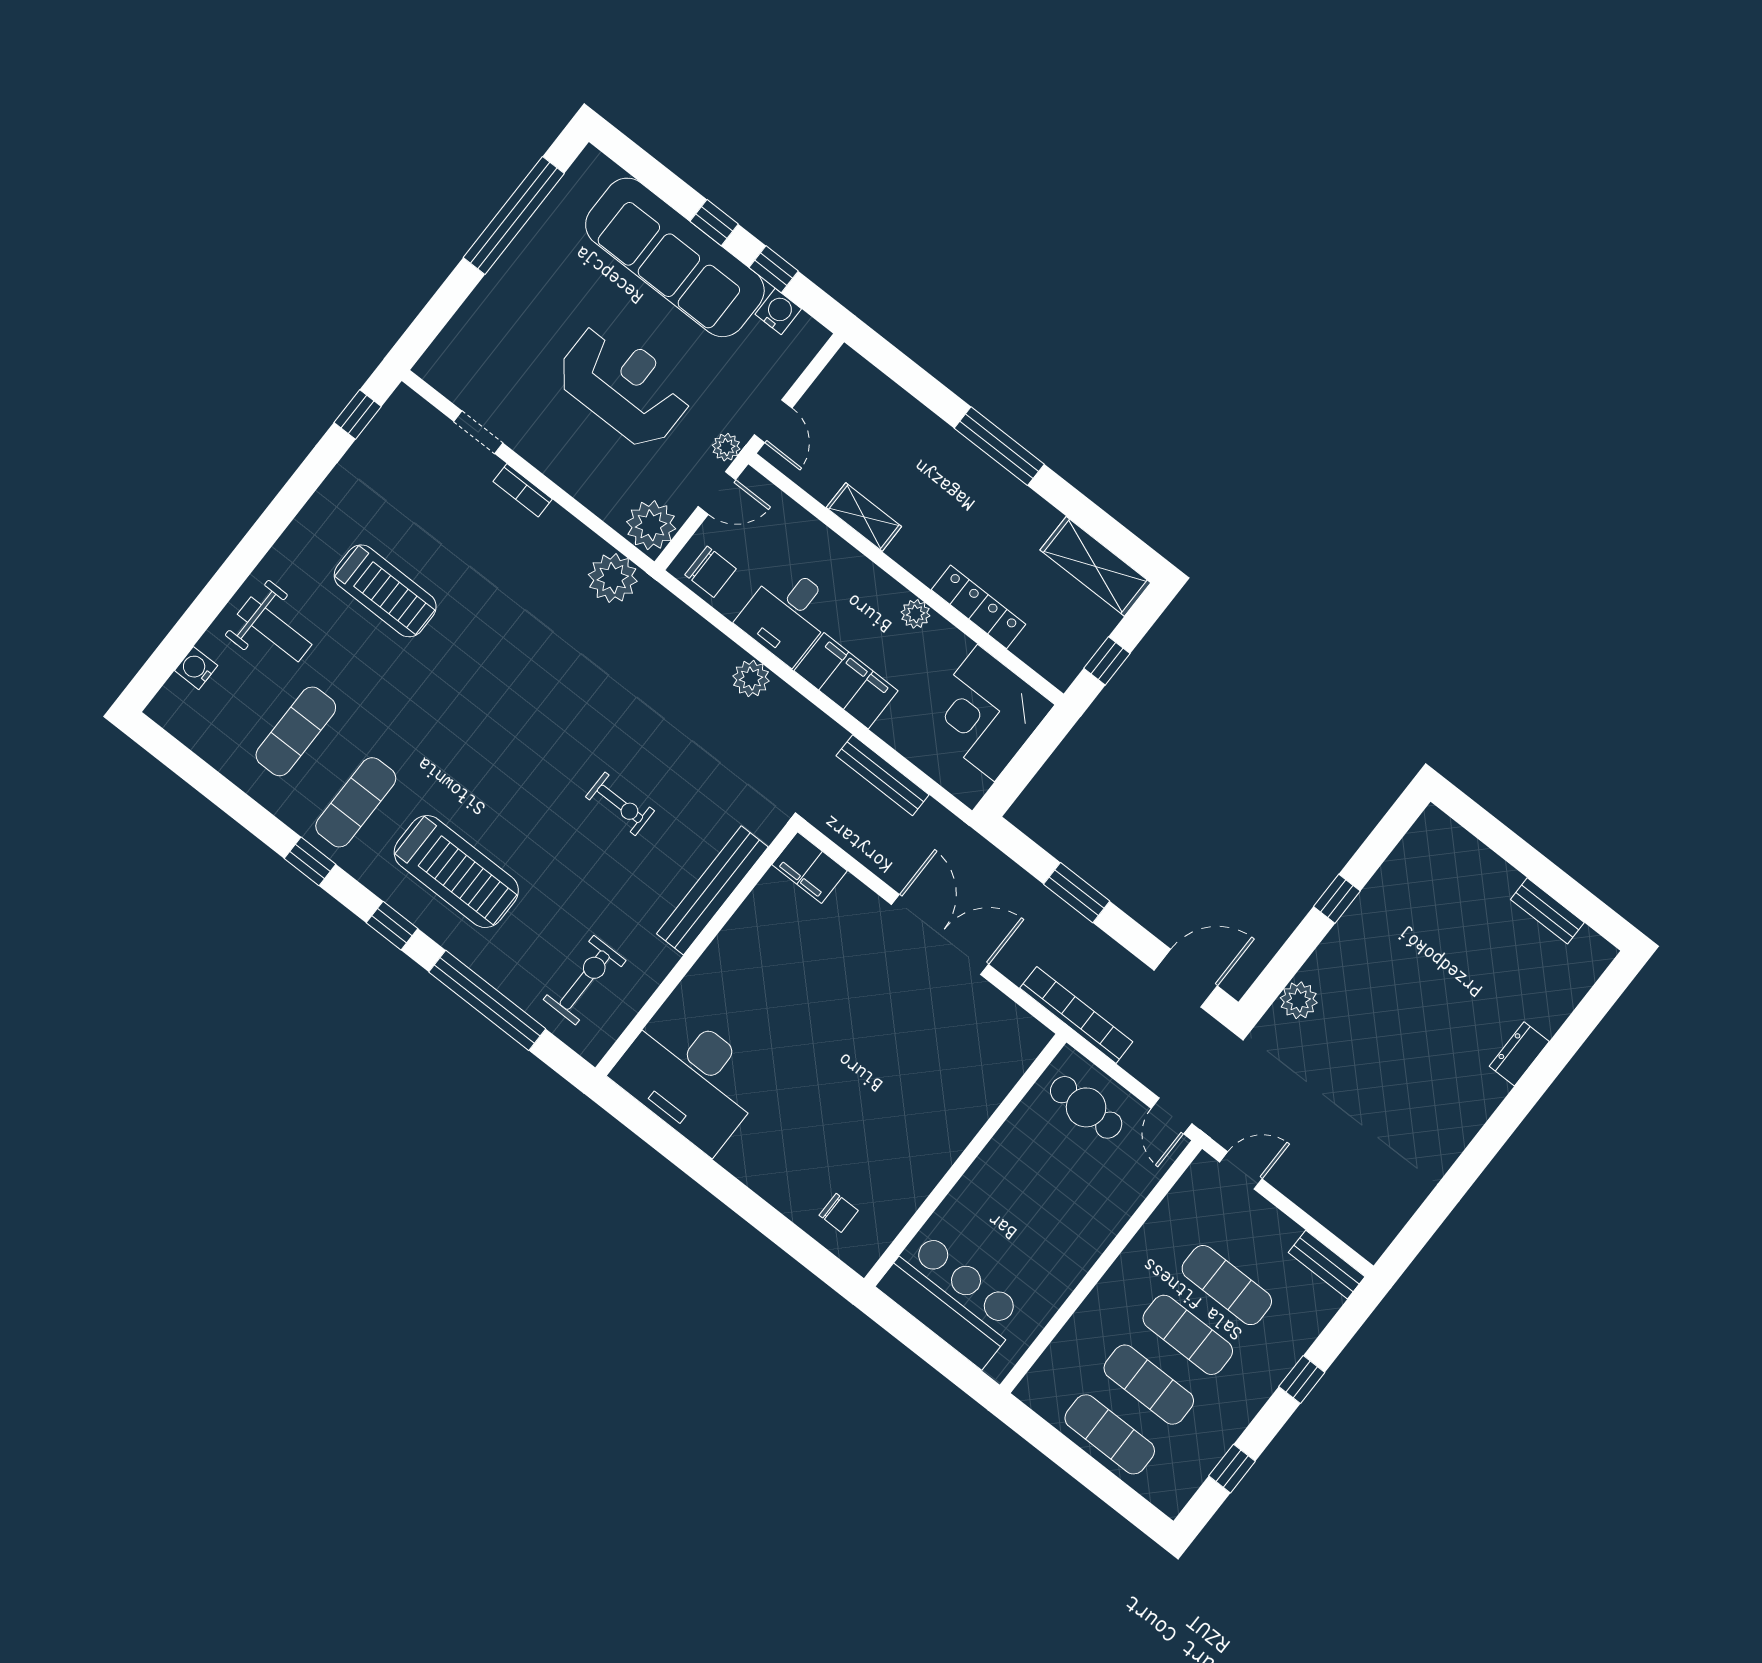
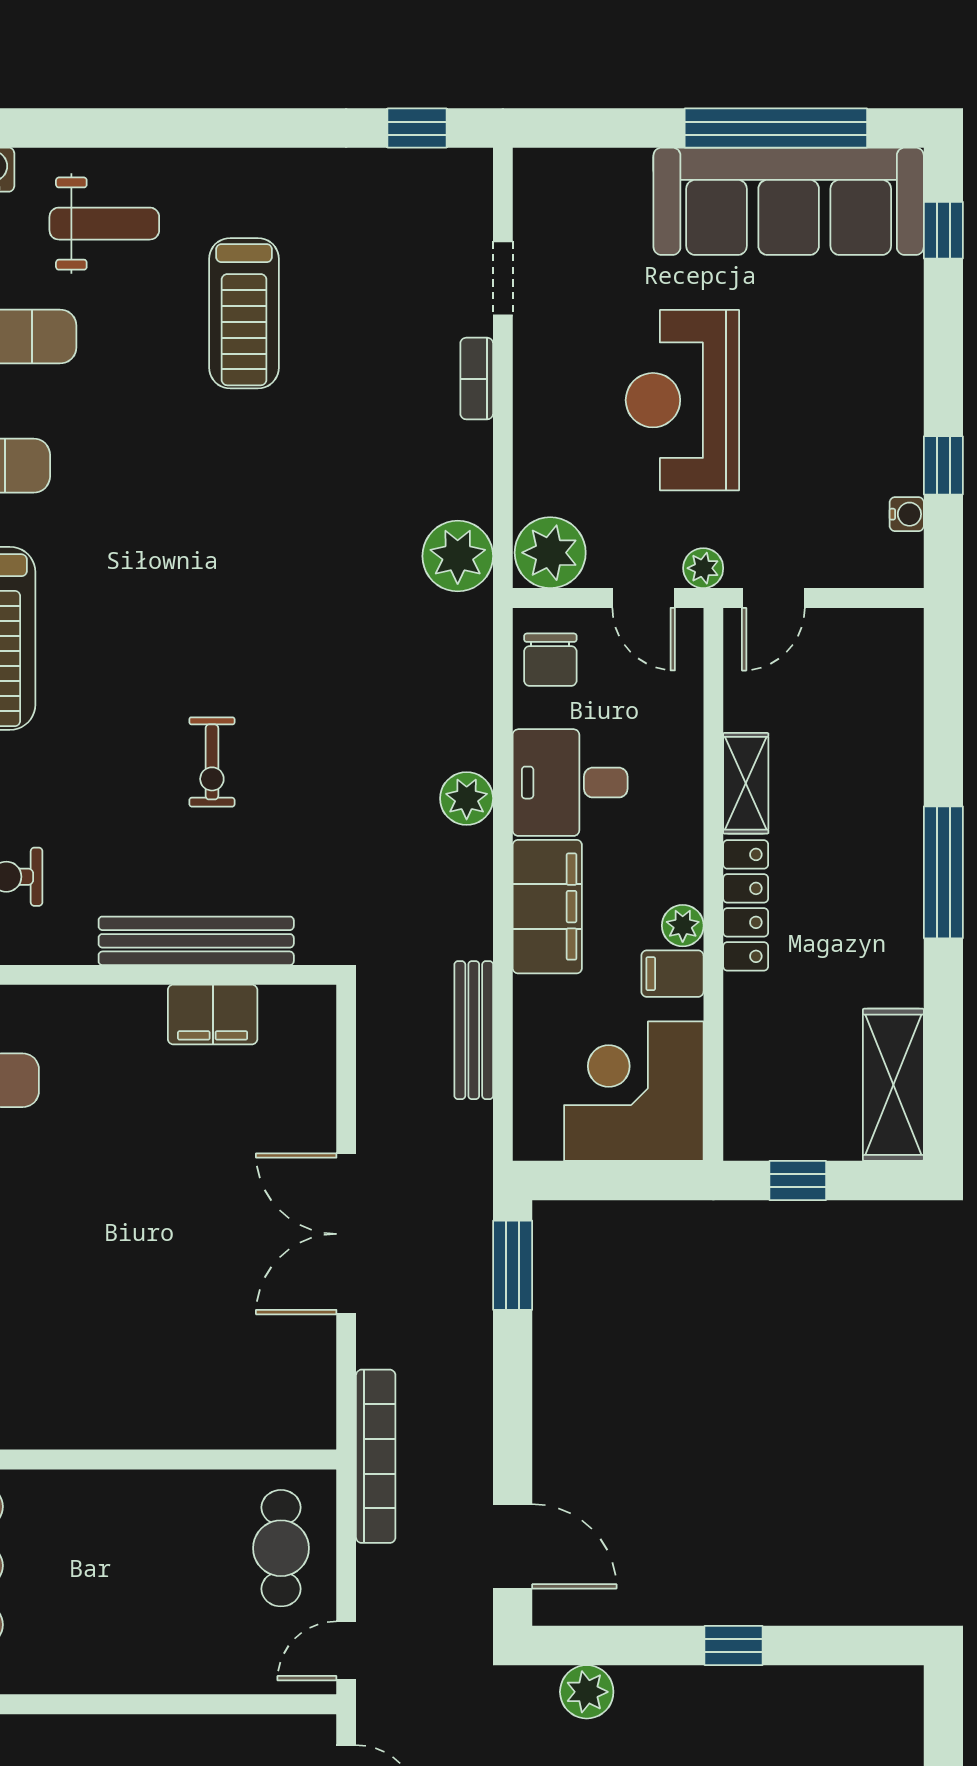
window: (714, 223) -> (943, 230), moved
sofa: (675, 257) -> (789, 201), moved, turned -90
water cooler: (778, 312) -> (907, 514), width x0.72, depth x0.72
reception desk: (624, 386) -> (682, 400), turned 180
locker: (978, 607) -> (746, 905), moved
weight bench: (275, 629) -> (104, 224), turned -90
filing cabinet: (938, 640) -> (672, 974), added
filing cabinet: (810, 868) -> (213, 1015), moved, turned -90
window: (1077, 893) -> (513, 1265), moved
double door: (940, 935) -> (346, 1234), swing flipped

